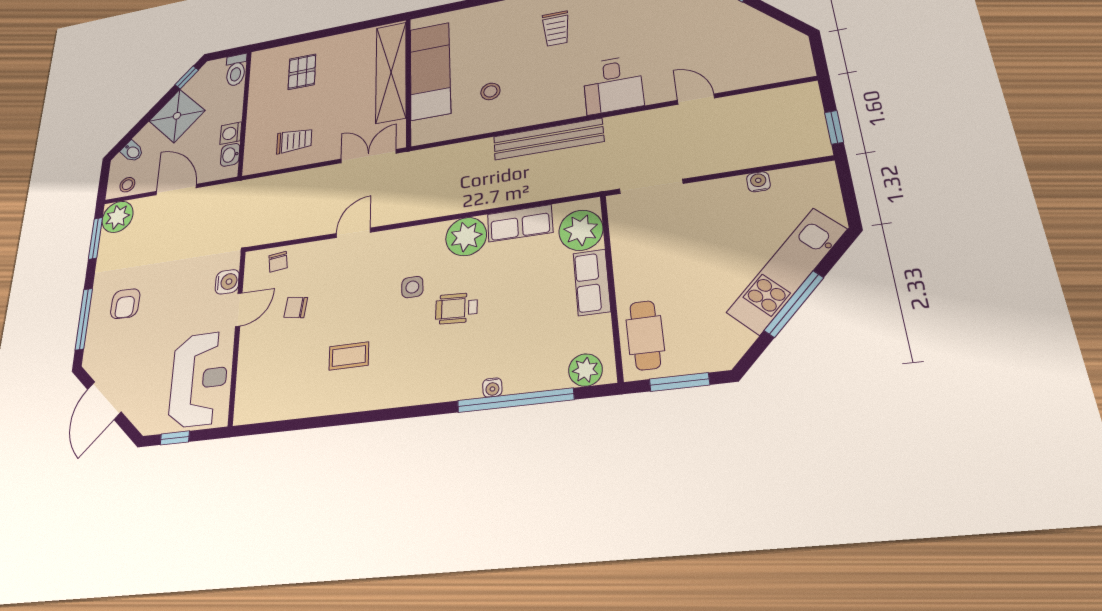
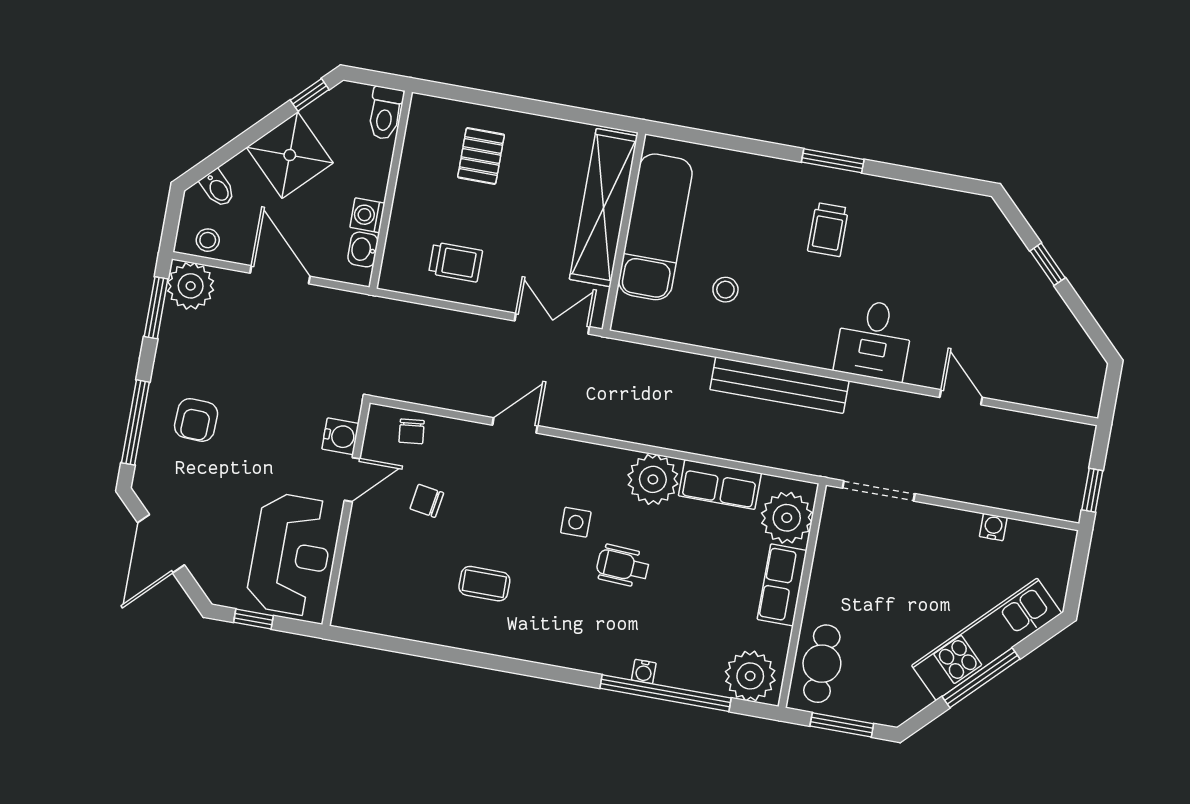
plant: (585, 370) -> (750, 676), width x1.36, depth x1.36

